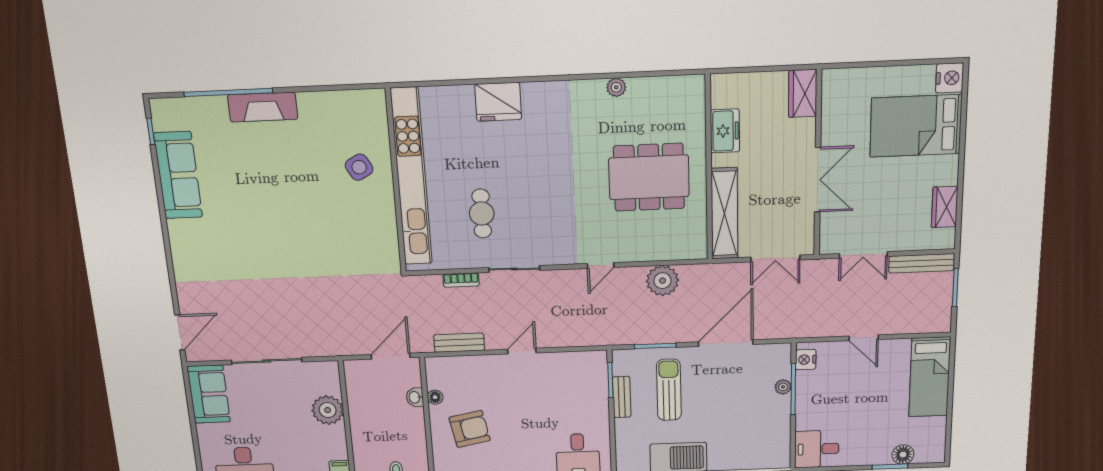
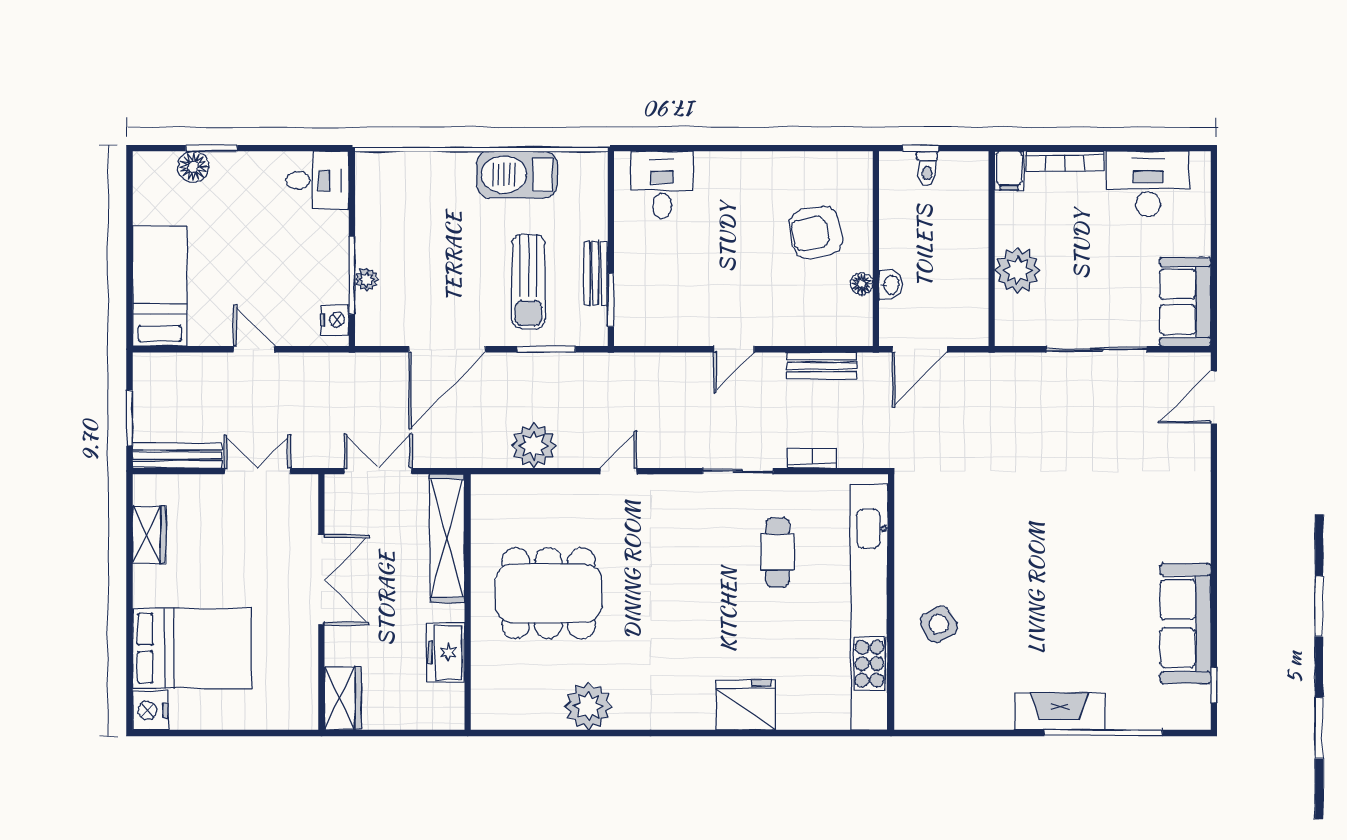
plant: (616, 87) -> (588, 706), width x1.88, depth x1.88
double door: (818, 180) -> (321, 580), swing flipped

